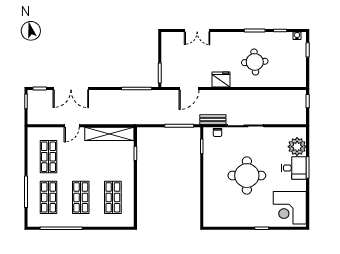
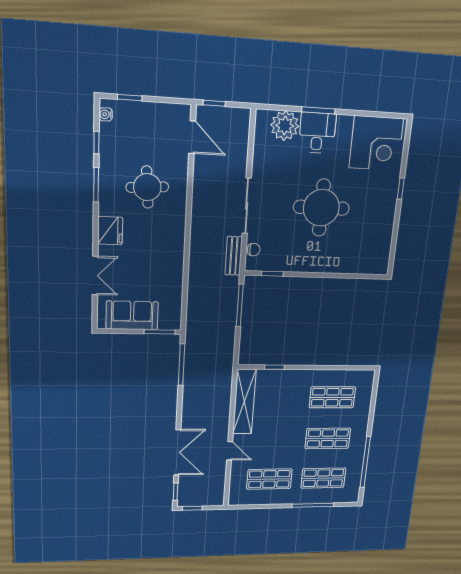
sofa: (171, 55) -> (132, 315), added
fridge: (221, 80) -> (110, 231), moved, turned 180
door: (189, 89) -> (192, 137), moved

